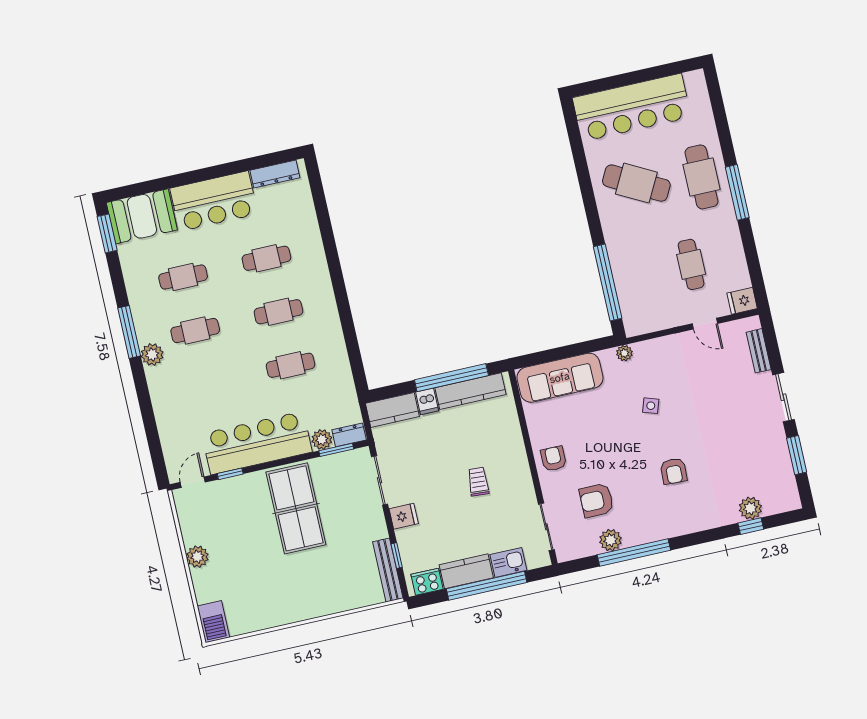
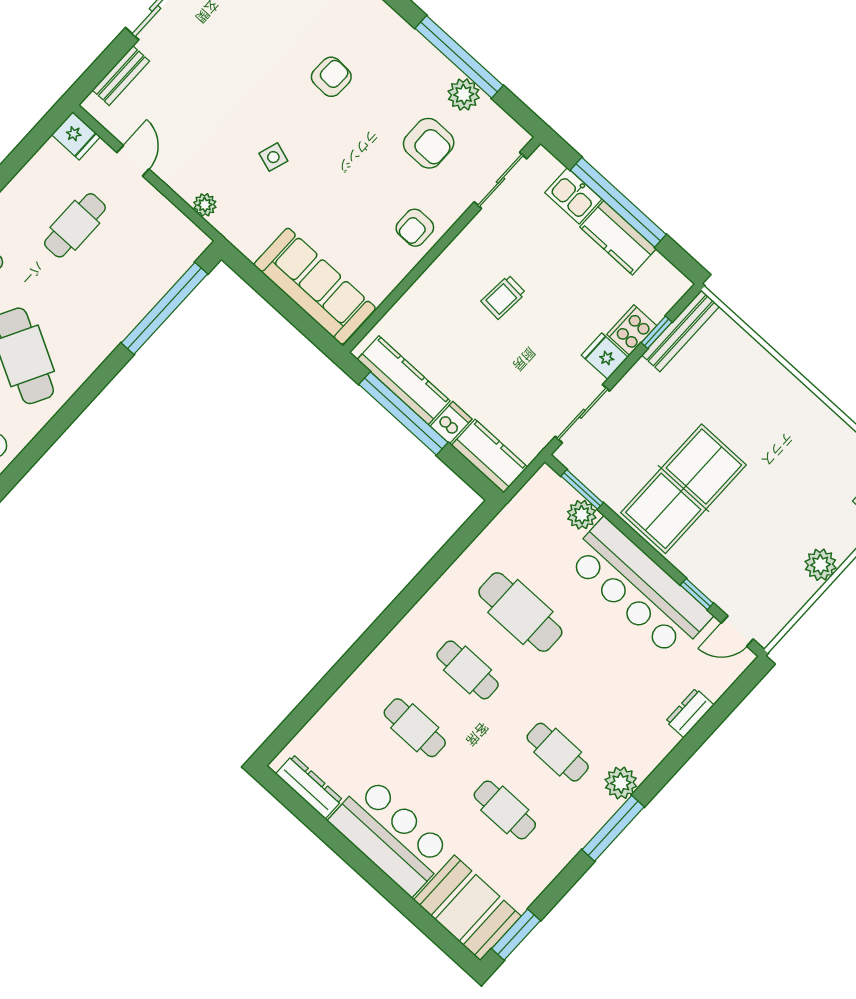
plant: (624, 353) -> (205, 205), moved
cafe table: (291, 365) -> (520, 612), width x1.37, depth x1.35
dresser: (349, 435) -> (690, 713), moved, turned 90
cooker: (427, 582) -> (632, 330), moved, turned 90

